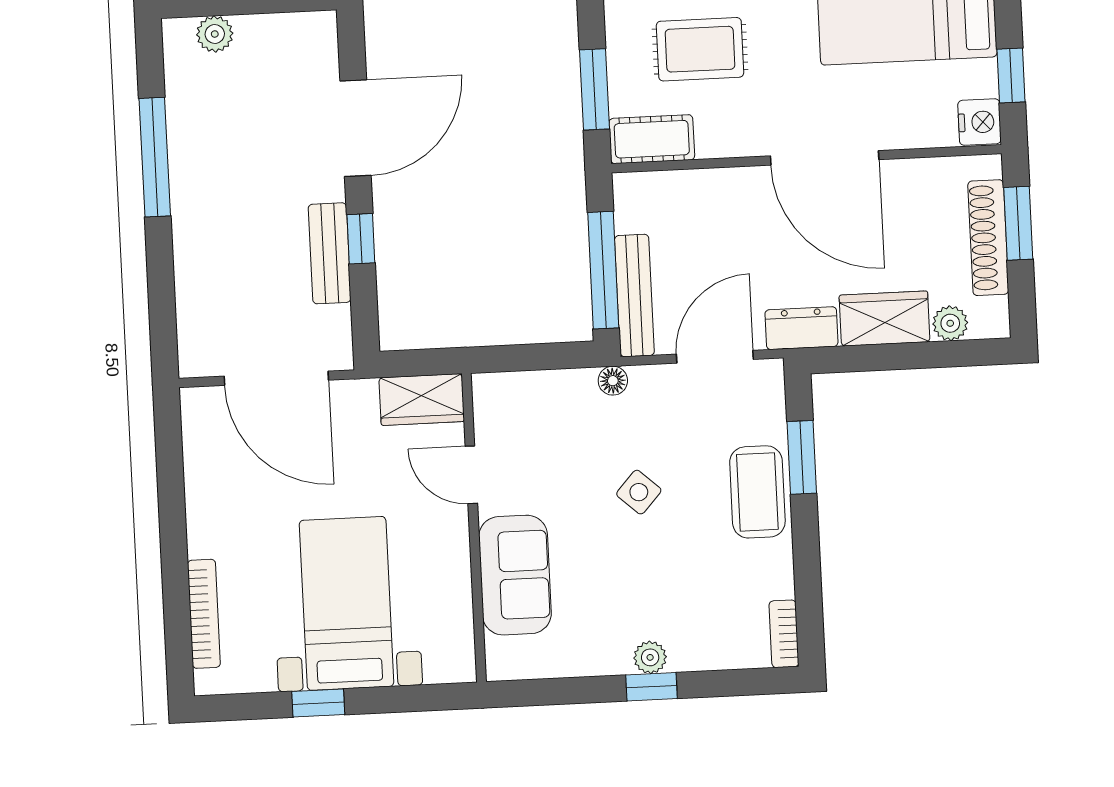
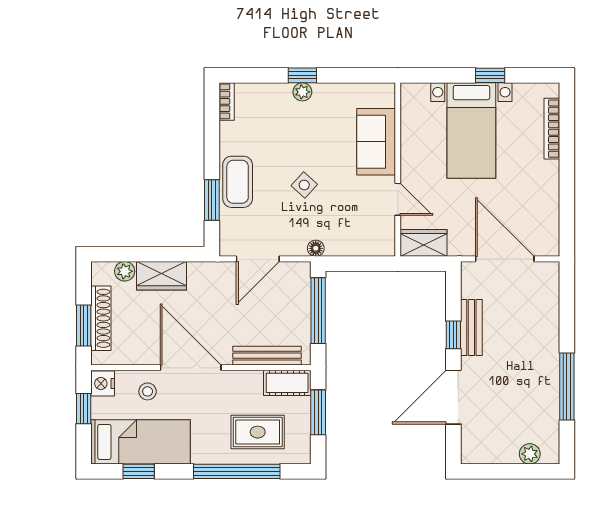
stool: (899, 112) -> (148, 391), added
bench: (634, 296) -> (267, 356), moved, turned 90
dresser: (801, 328) -> (208, 273), removed

